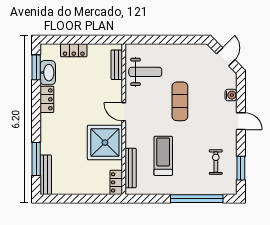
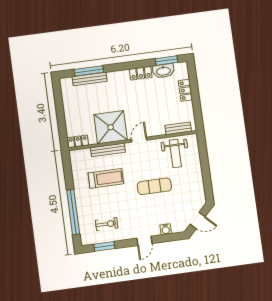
bench: (131, 168) -> (108, 150), moved
bench: (46, 175) -> (90, 79), moved

